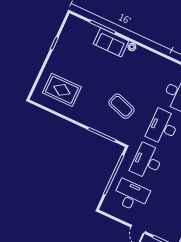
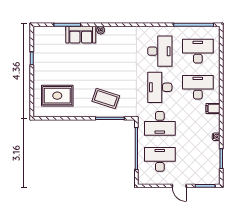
coffee table: (121, 106) -> (106, 98), moved
desk: (147, 161) -> (160, 123), turned -90

